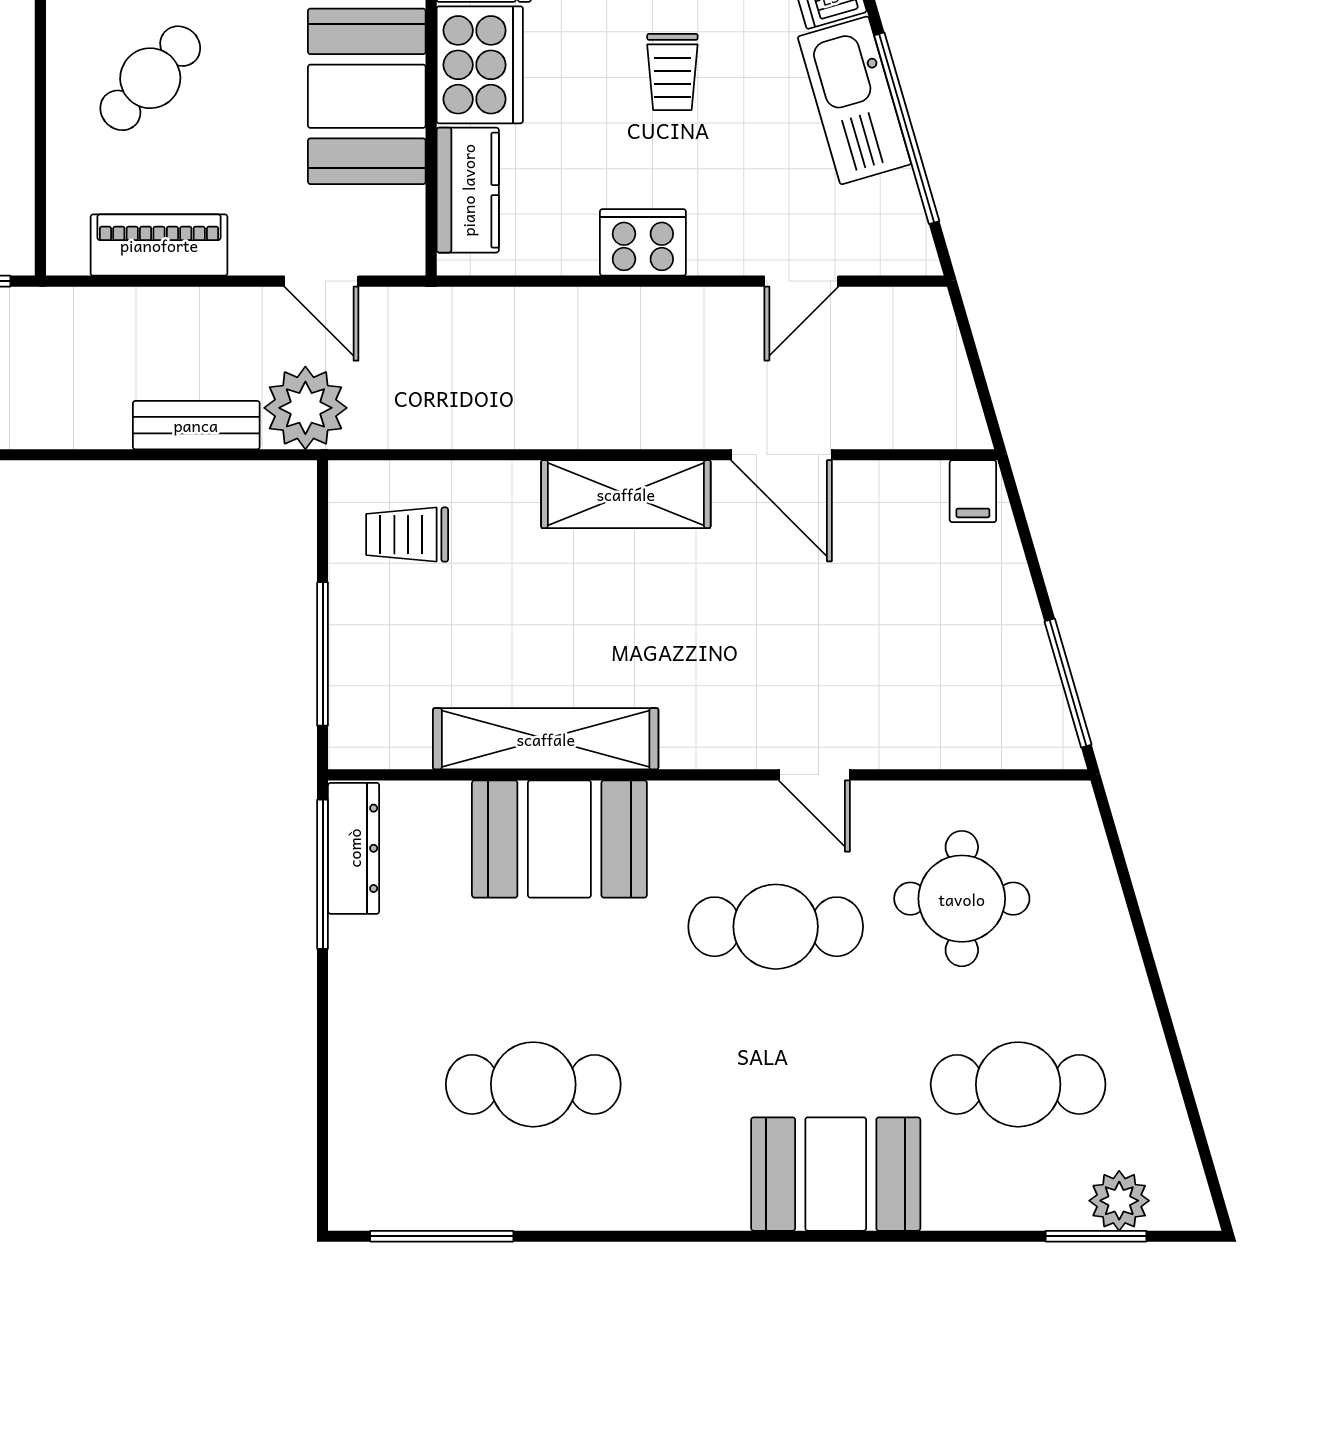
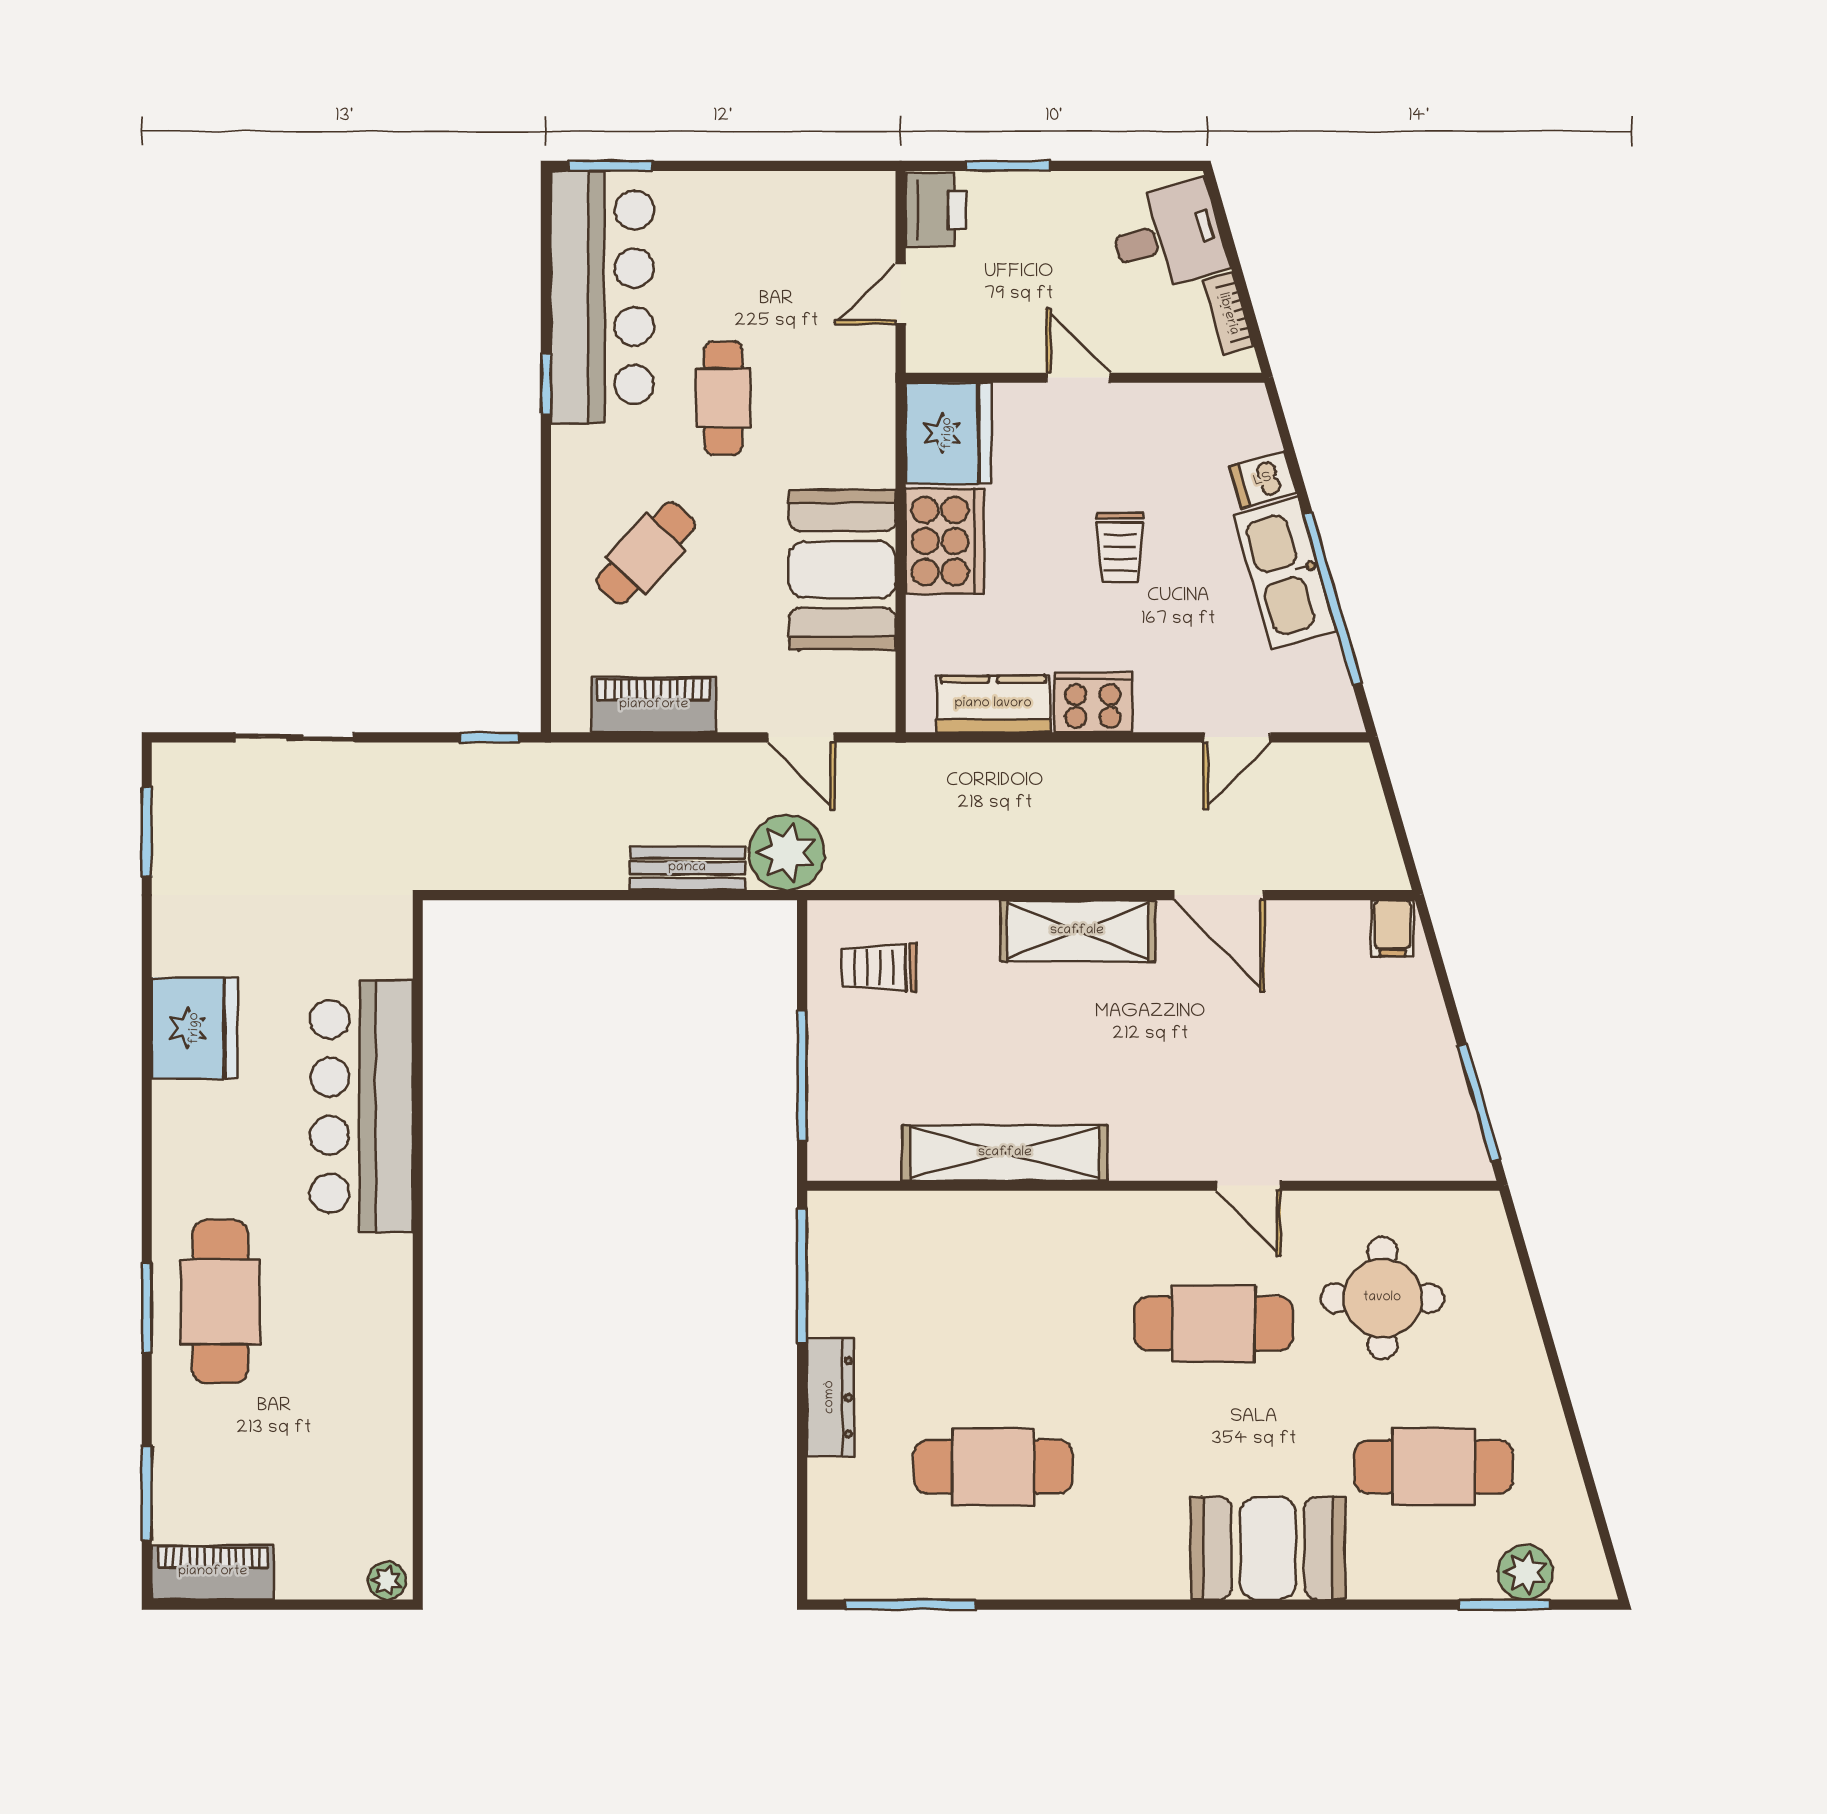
kitchen counter: (468, 190) -> (993, 704), moved, turned -90
booth: (559, 839) -> (1017, 1244), removed
dresser: (354, 848) -> (830, 1397), moved

